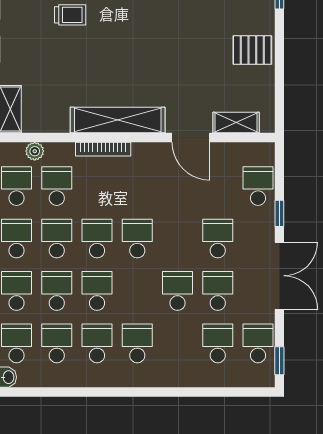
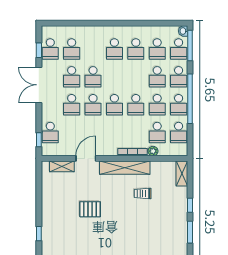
trolley: (70, 15) -> (143, 193), moved
pallet: (252, 50) -> (90, 209), moved
door: (191, 137) -> (86, 158), hinge flipped
plant: (35, 151) -> (153, 151), moved
window: (279, 213) -> (39, 140), moved
school desk: (97, 291) -> (93, 105), moved
window: (279, 361) -> (39, 50), moved

